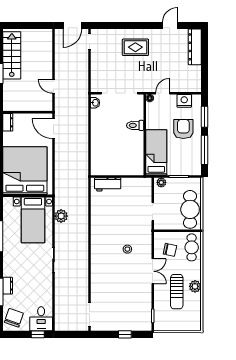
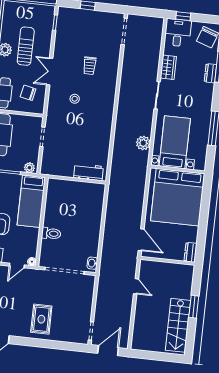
rug: (135, 47) -> (41, 319), turned 90
trolley: (117, 280) -> (90, 66), added
wardrobe: (46, 287) -> (168, 67), added

